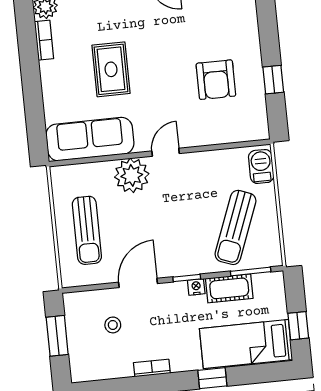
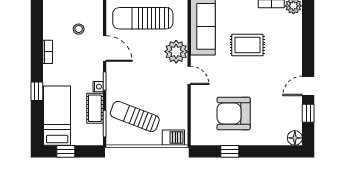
armchair: (216, 80) -> (234, 114), width x1.36, depth x1.36
sun lounger: (87, 230) -> (143, 18), width x1.36, depth x1.34

